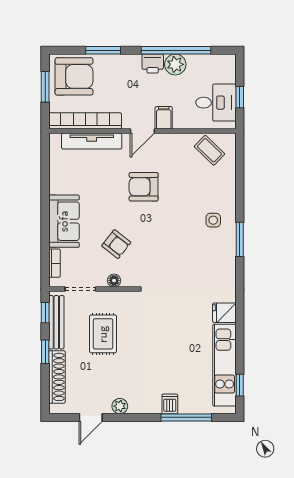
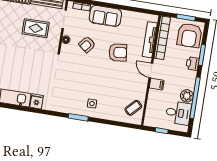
printer: (153, 64) -> (193, 64), moved
desk: (216, 103) -> (178, 113), moved, turned -90
armchair: (144, 187) -> (118, 52), moved, turned 83

